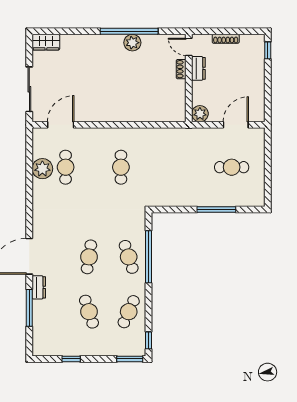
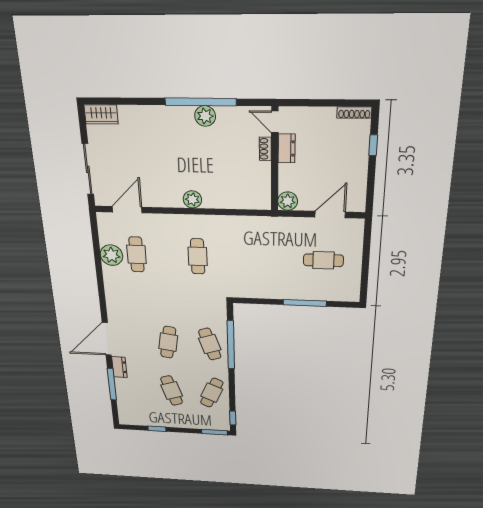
shoe rack: (226, 39) -> (354, 113), moved
window: (268, 50) -> (373, 145), moved
plant: (119, 114) -> (192, 199), added

